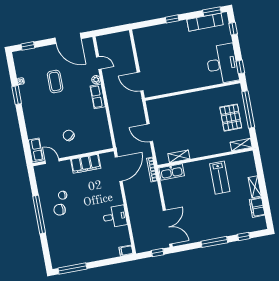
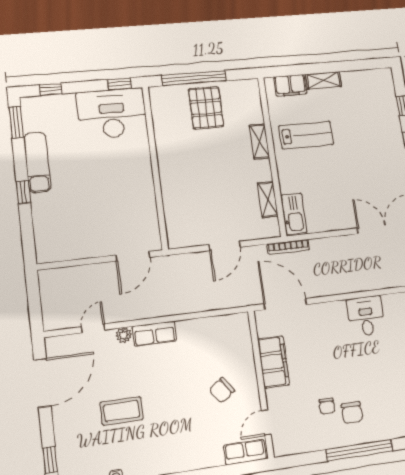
exam couch: (205, 22) -> (37, 162), moved
pallet: (231, 118) -> (206, 108), turned 90
shelving: (241, 145) -> (259, 142), moved
filing cabinet: (257, 207) -> (290, 85), moved

